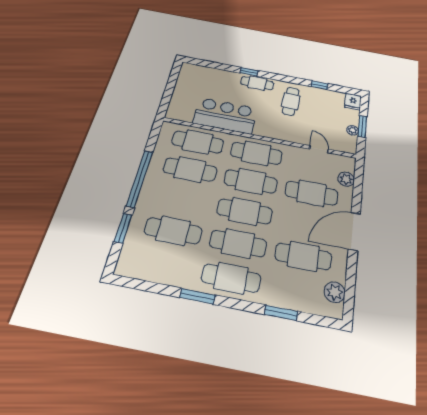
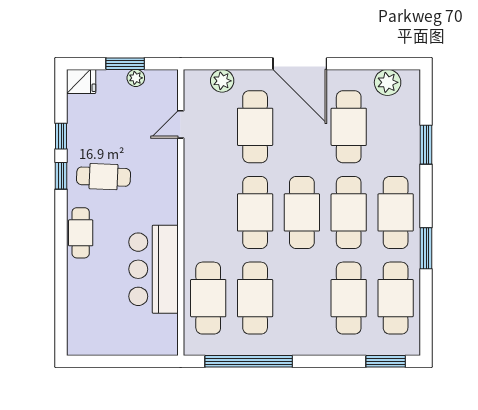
window: (249, 72) -> (61, 176), moved
cafe table: (256, 153) -> (396, 298), moved
window: (140, 178) -> (249, 361), moved
window: (123, 228) -> (386, 361), moved

